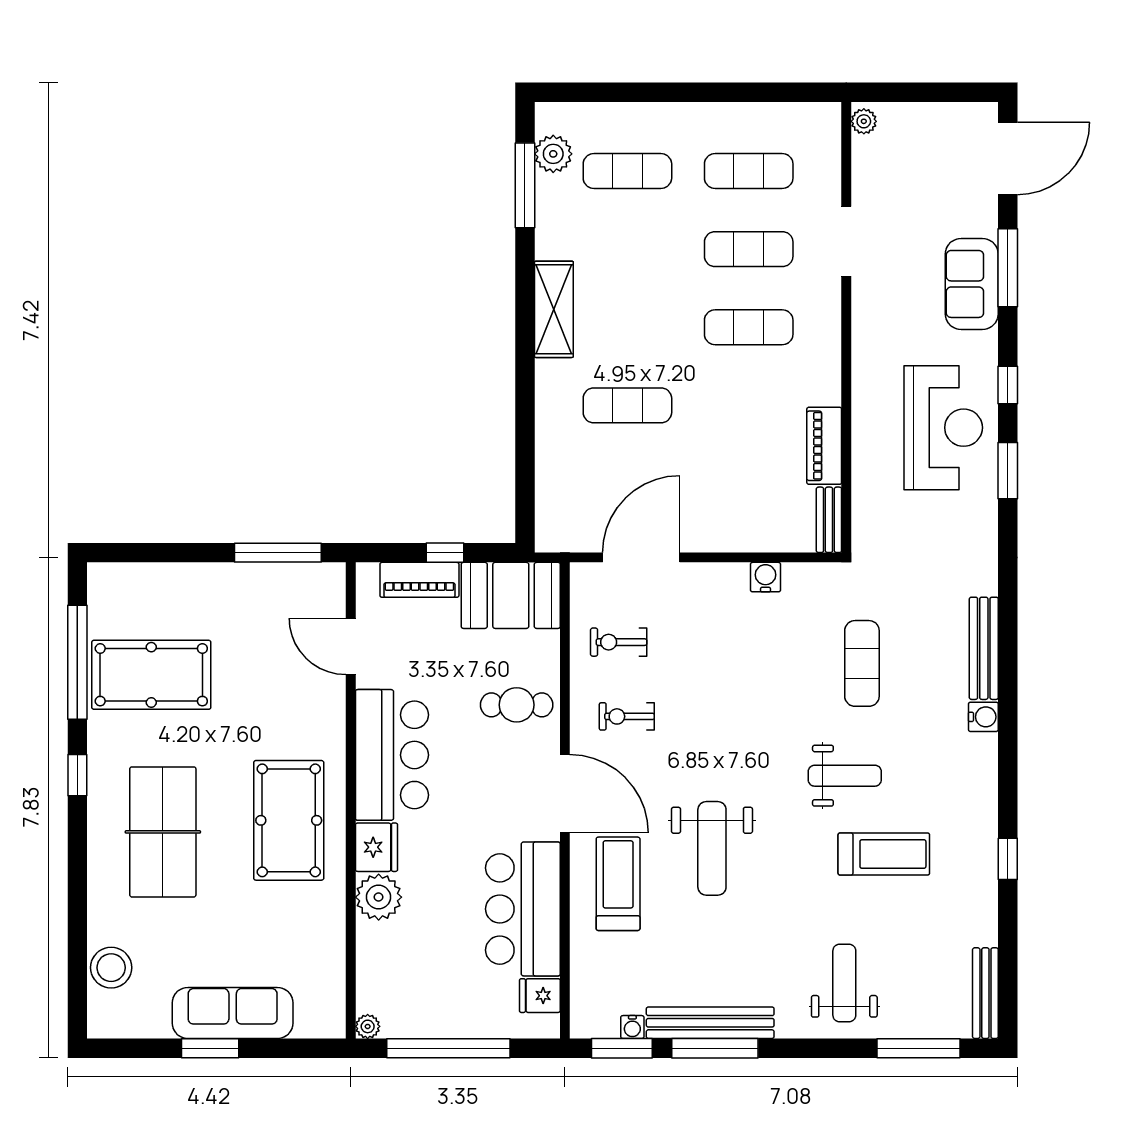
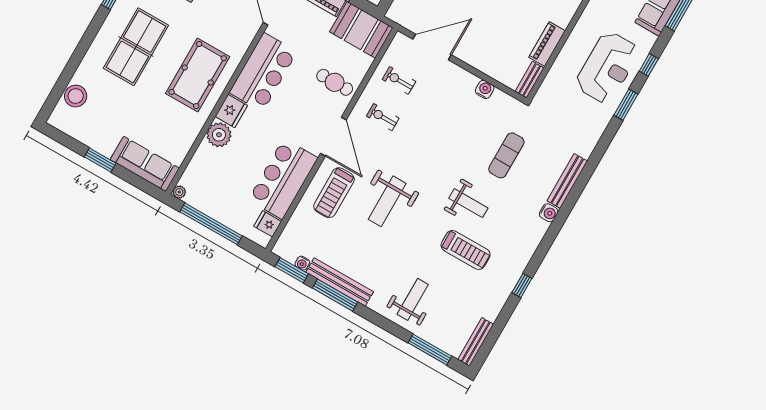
treadmill: (618, 884) -> (334, 193), turned 180
sofa: (233, 1013) -> (145, 164), moved

